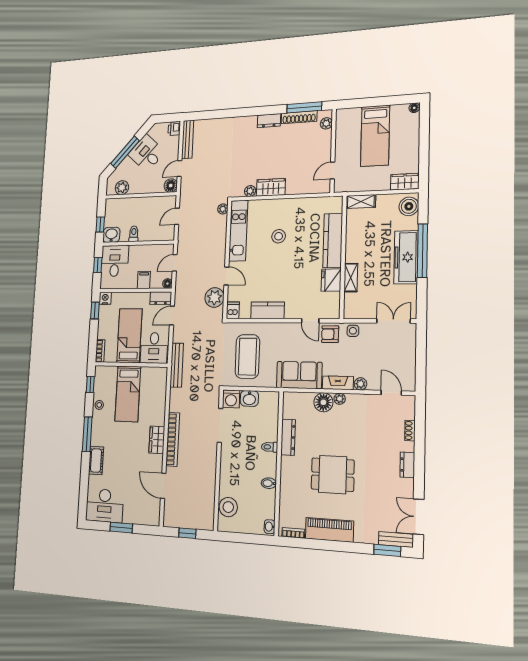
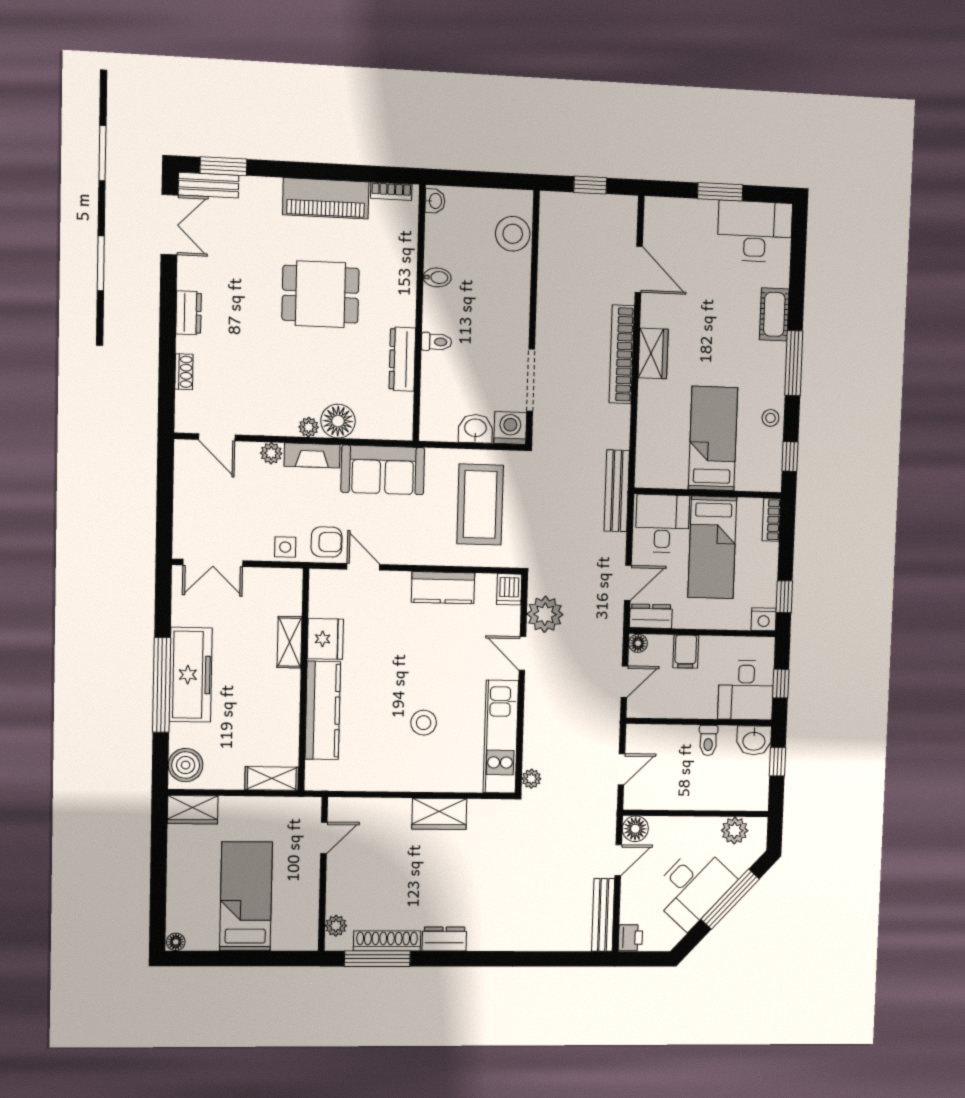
desk: (147, 153) -> (693, 887), width x1.37
plant: (250, 191) -> (479, 809), removed

